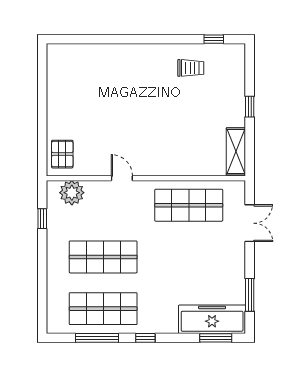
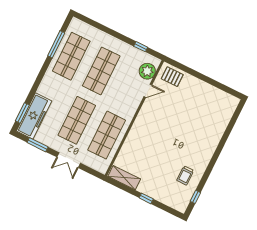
door: (122, 178) -> (148, 91), moved
double door: (250, 223) -> (69, 160), moved
shop shelf: (189, 257) -> (77, 120), added
window: (145, 338) -> (42, 72), removed

